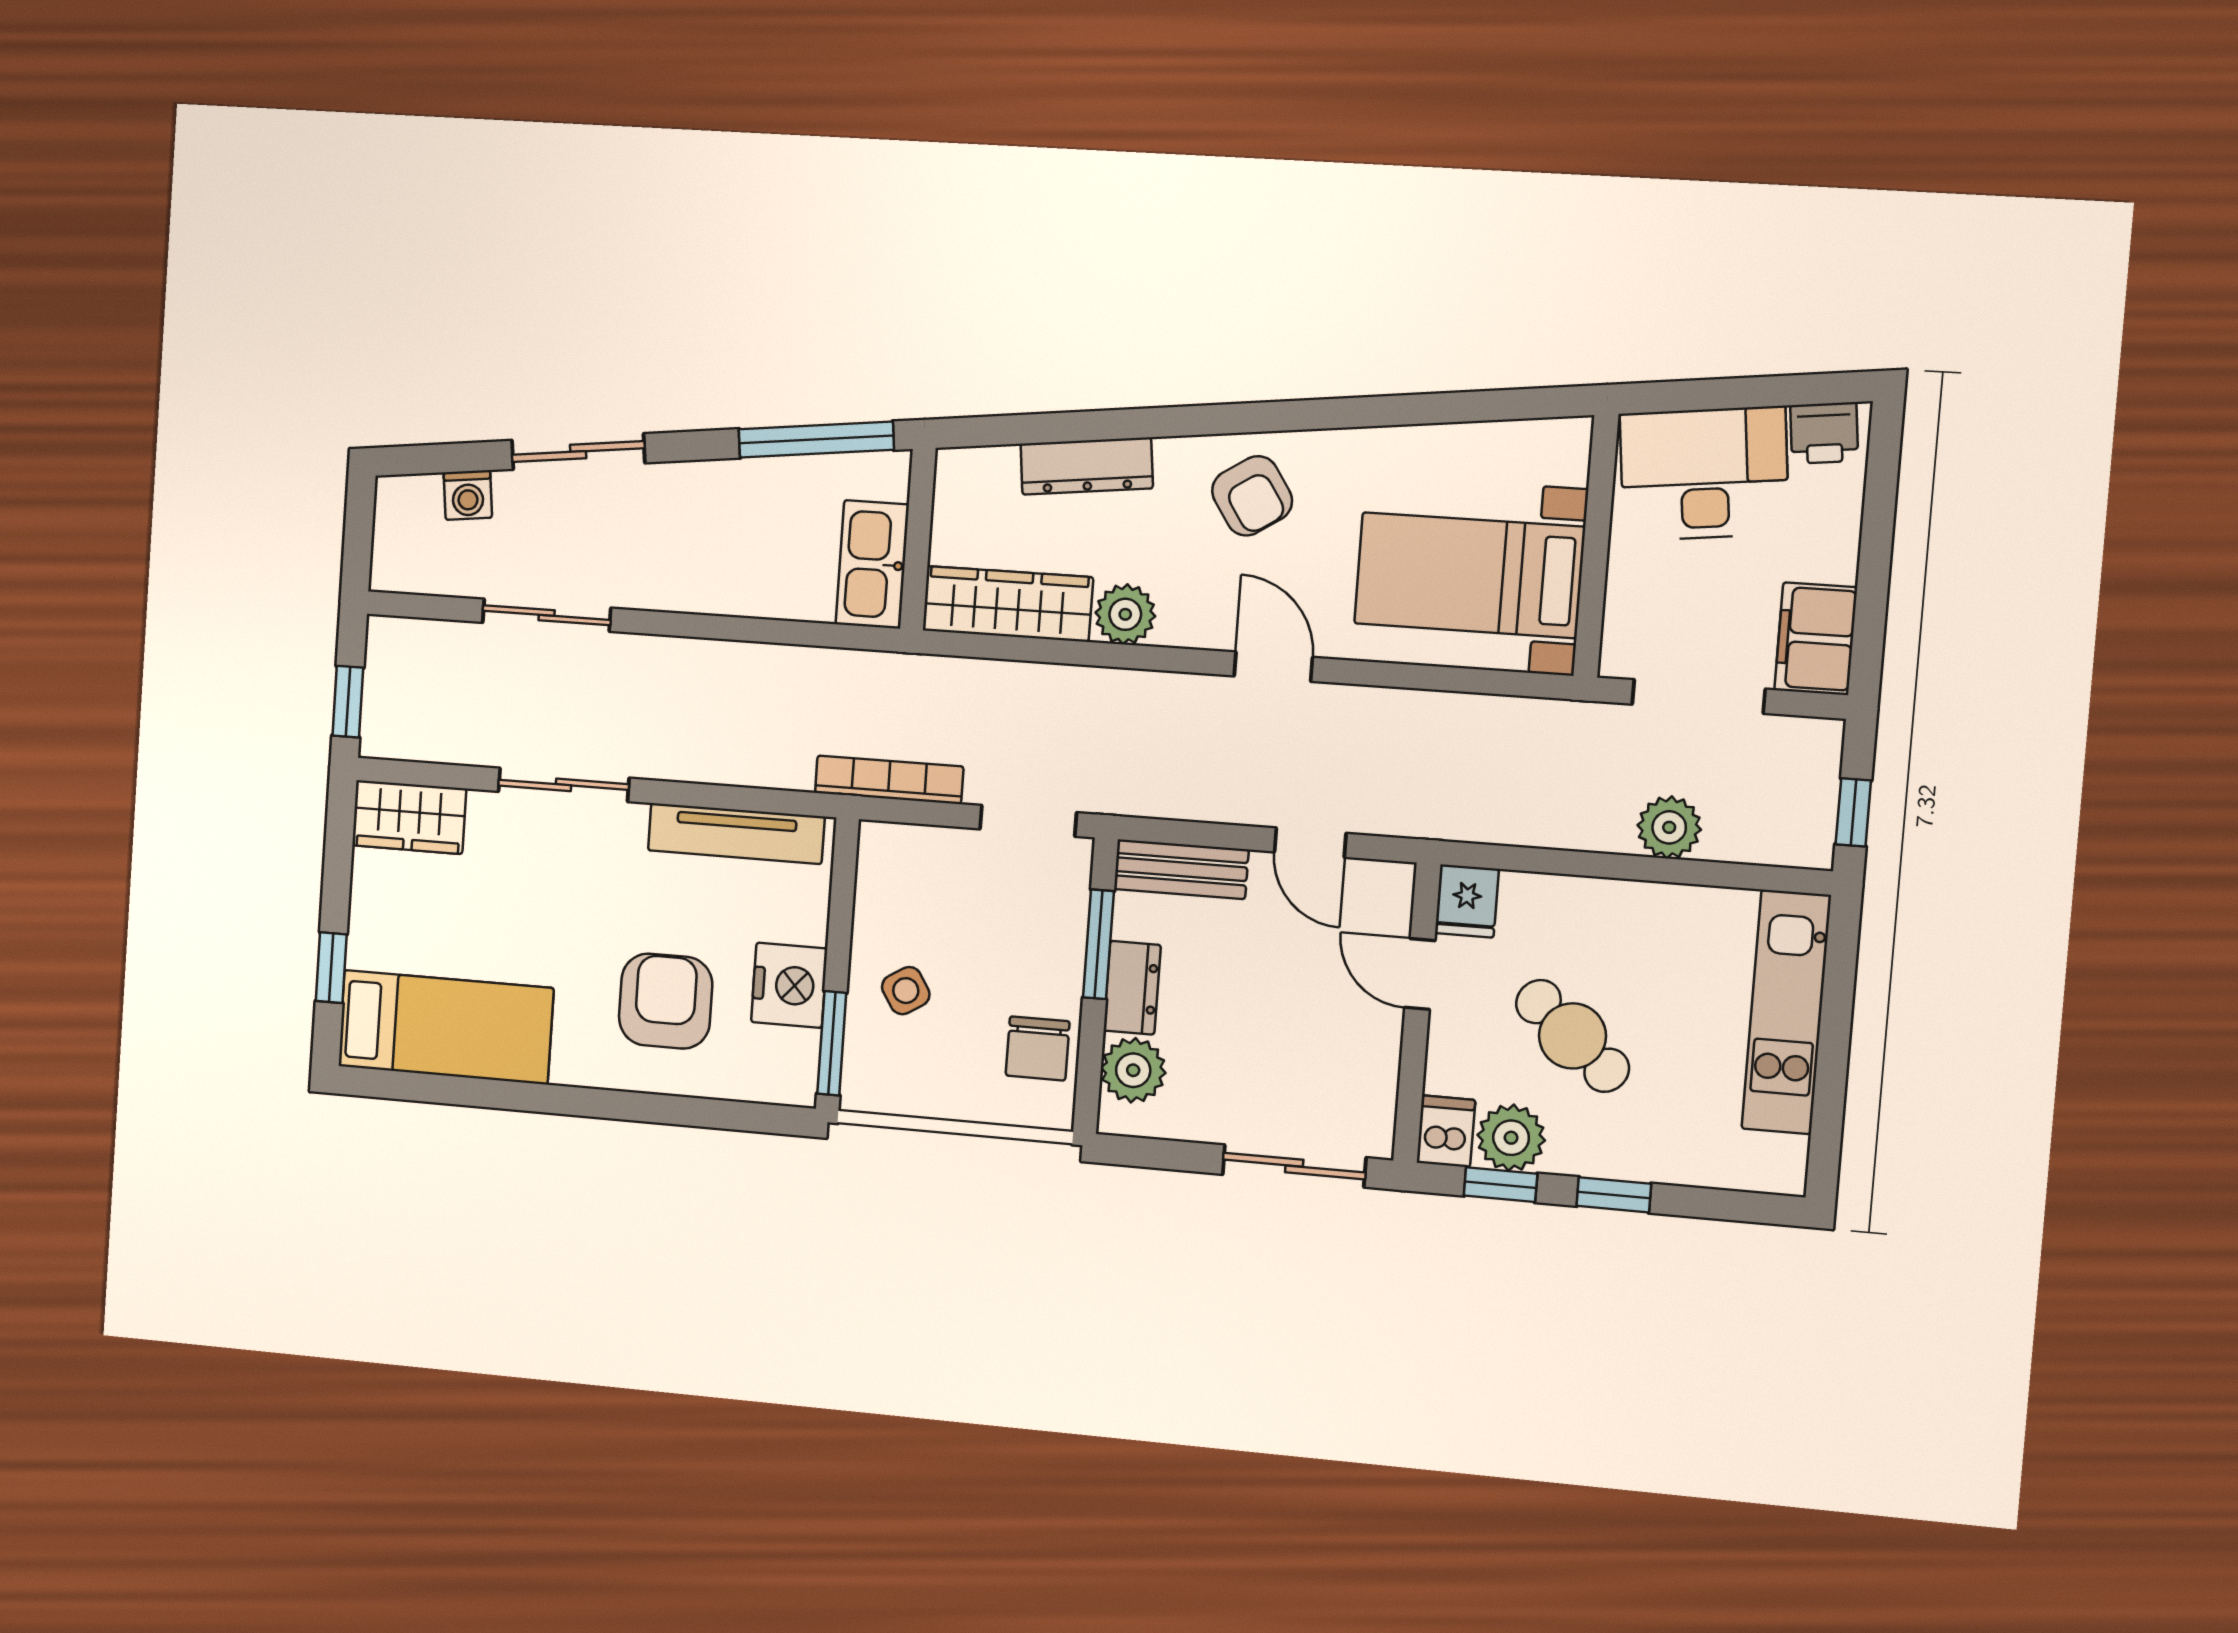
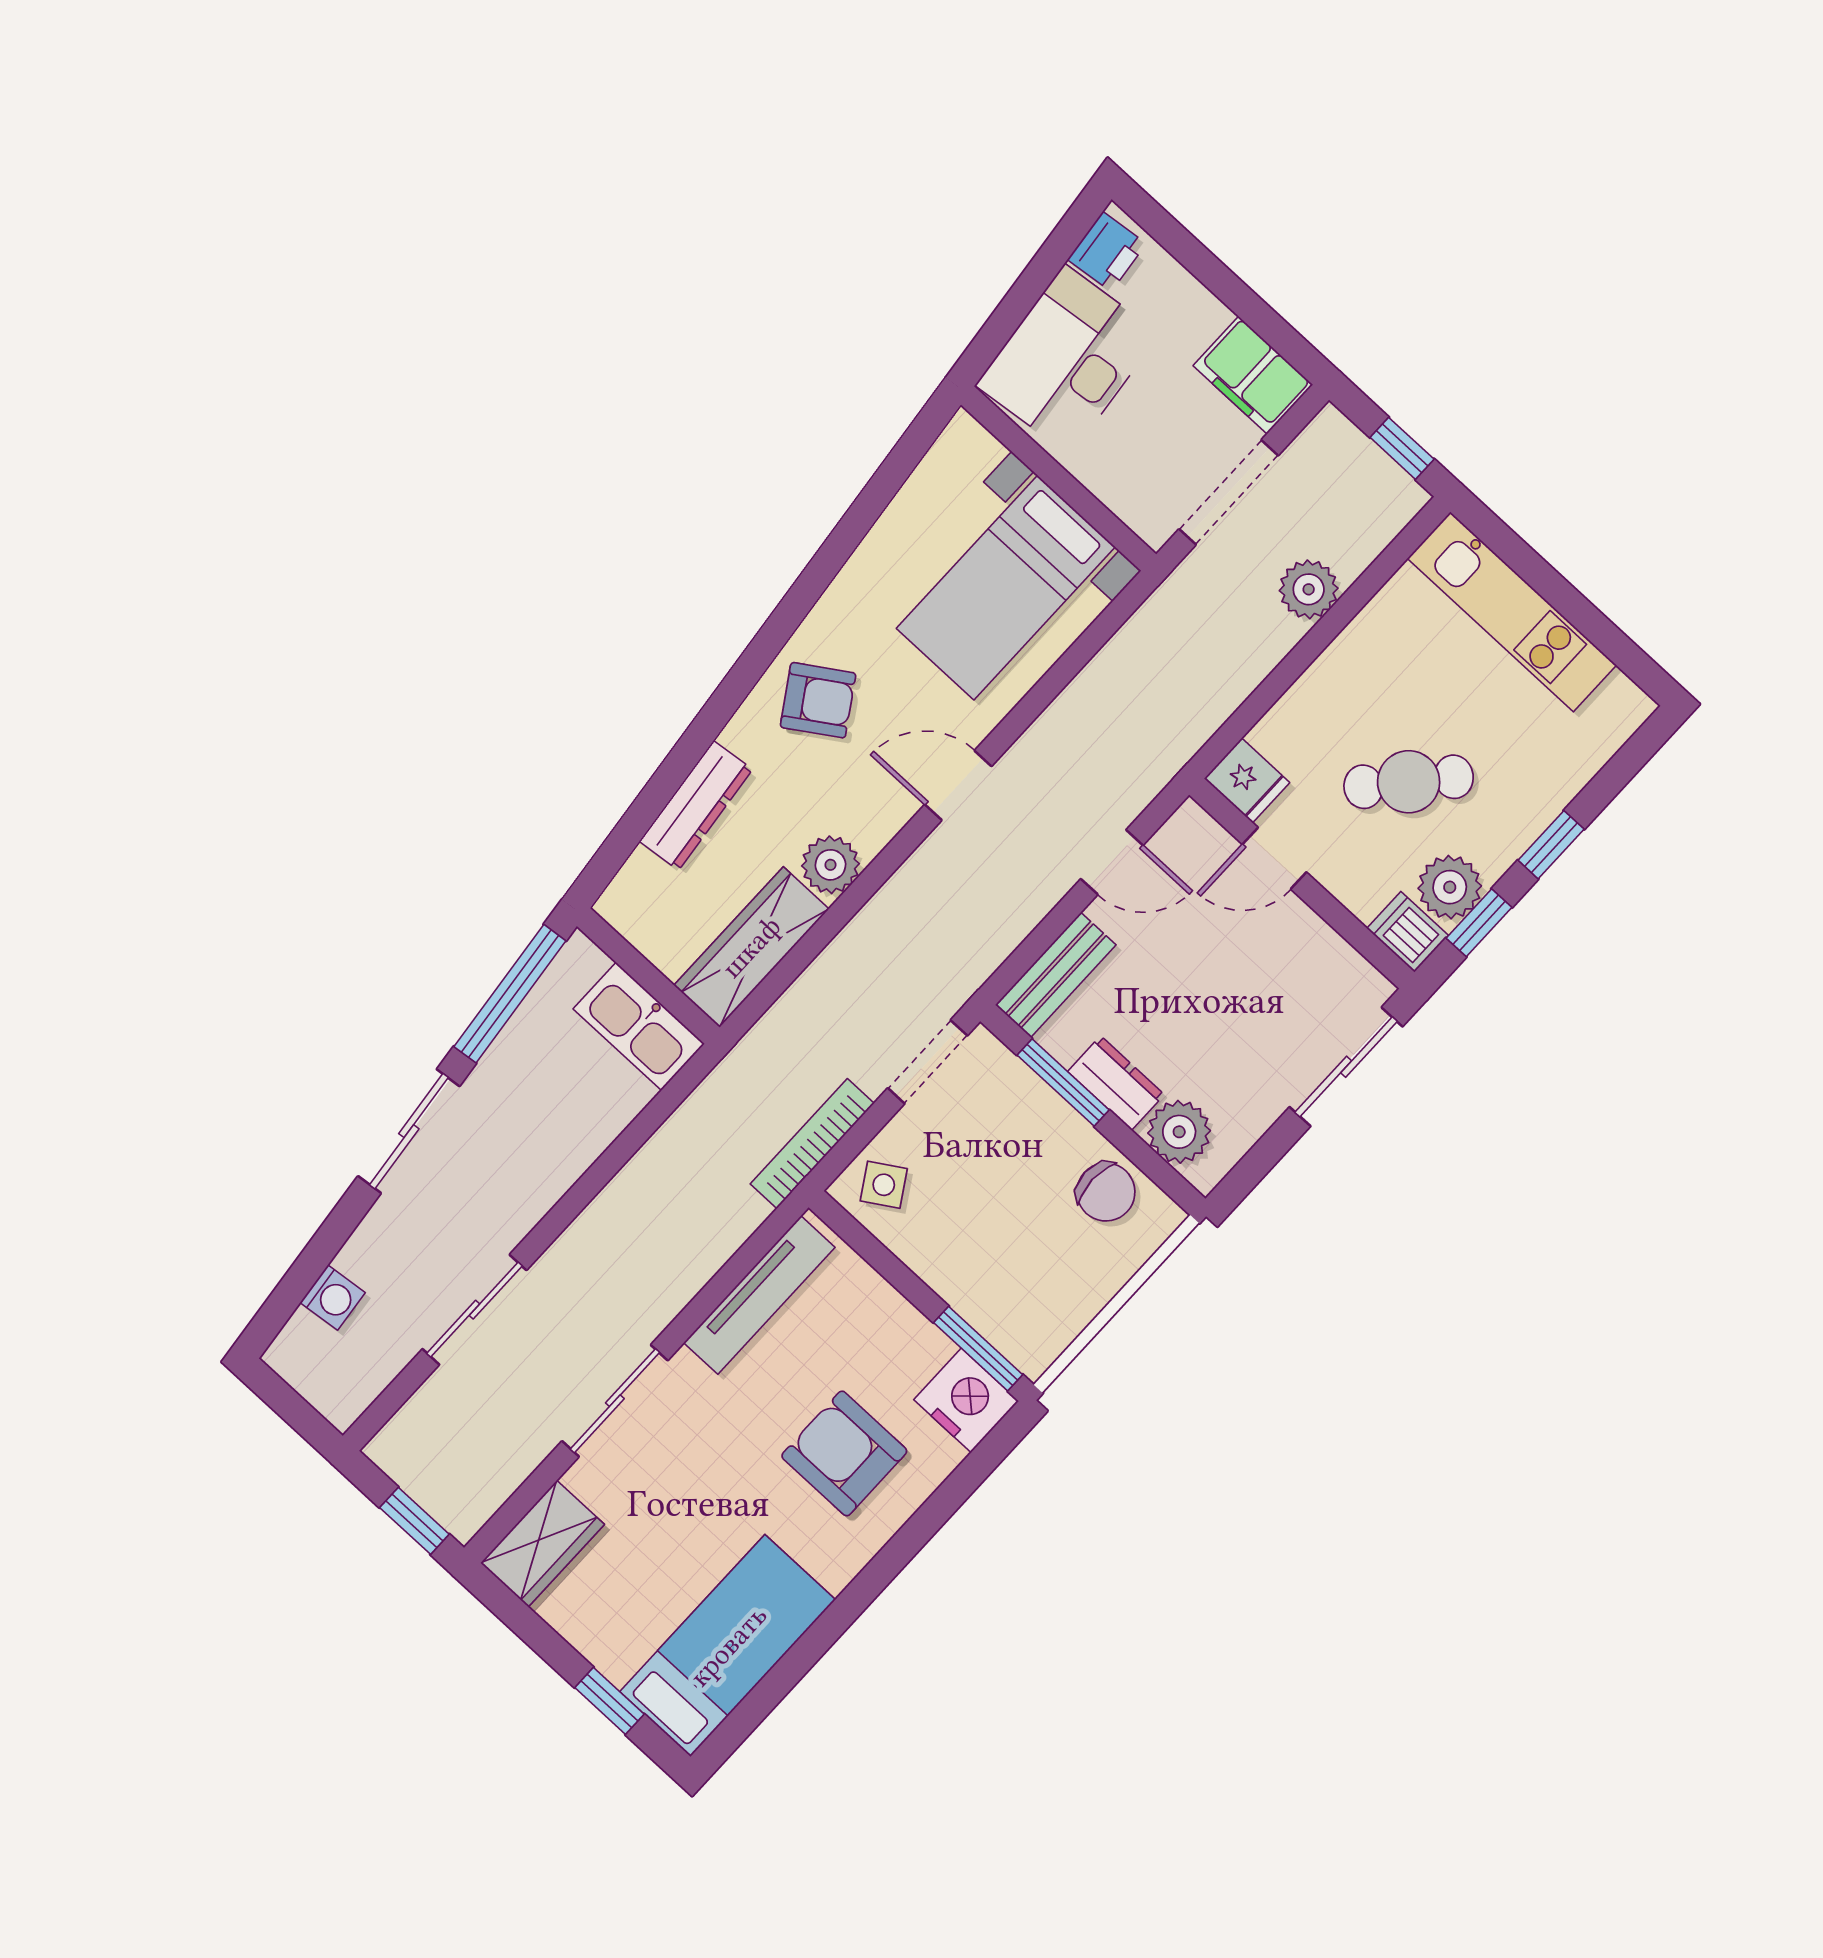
sliding door: (578, 452) -> (409, 1131), moved
nightstand: (789, 985) -> (966, 1400), moved
side table: (906, 991) -> (884, 1185), moved

